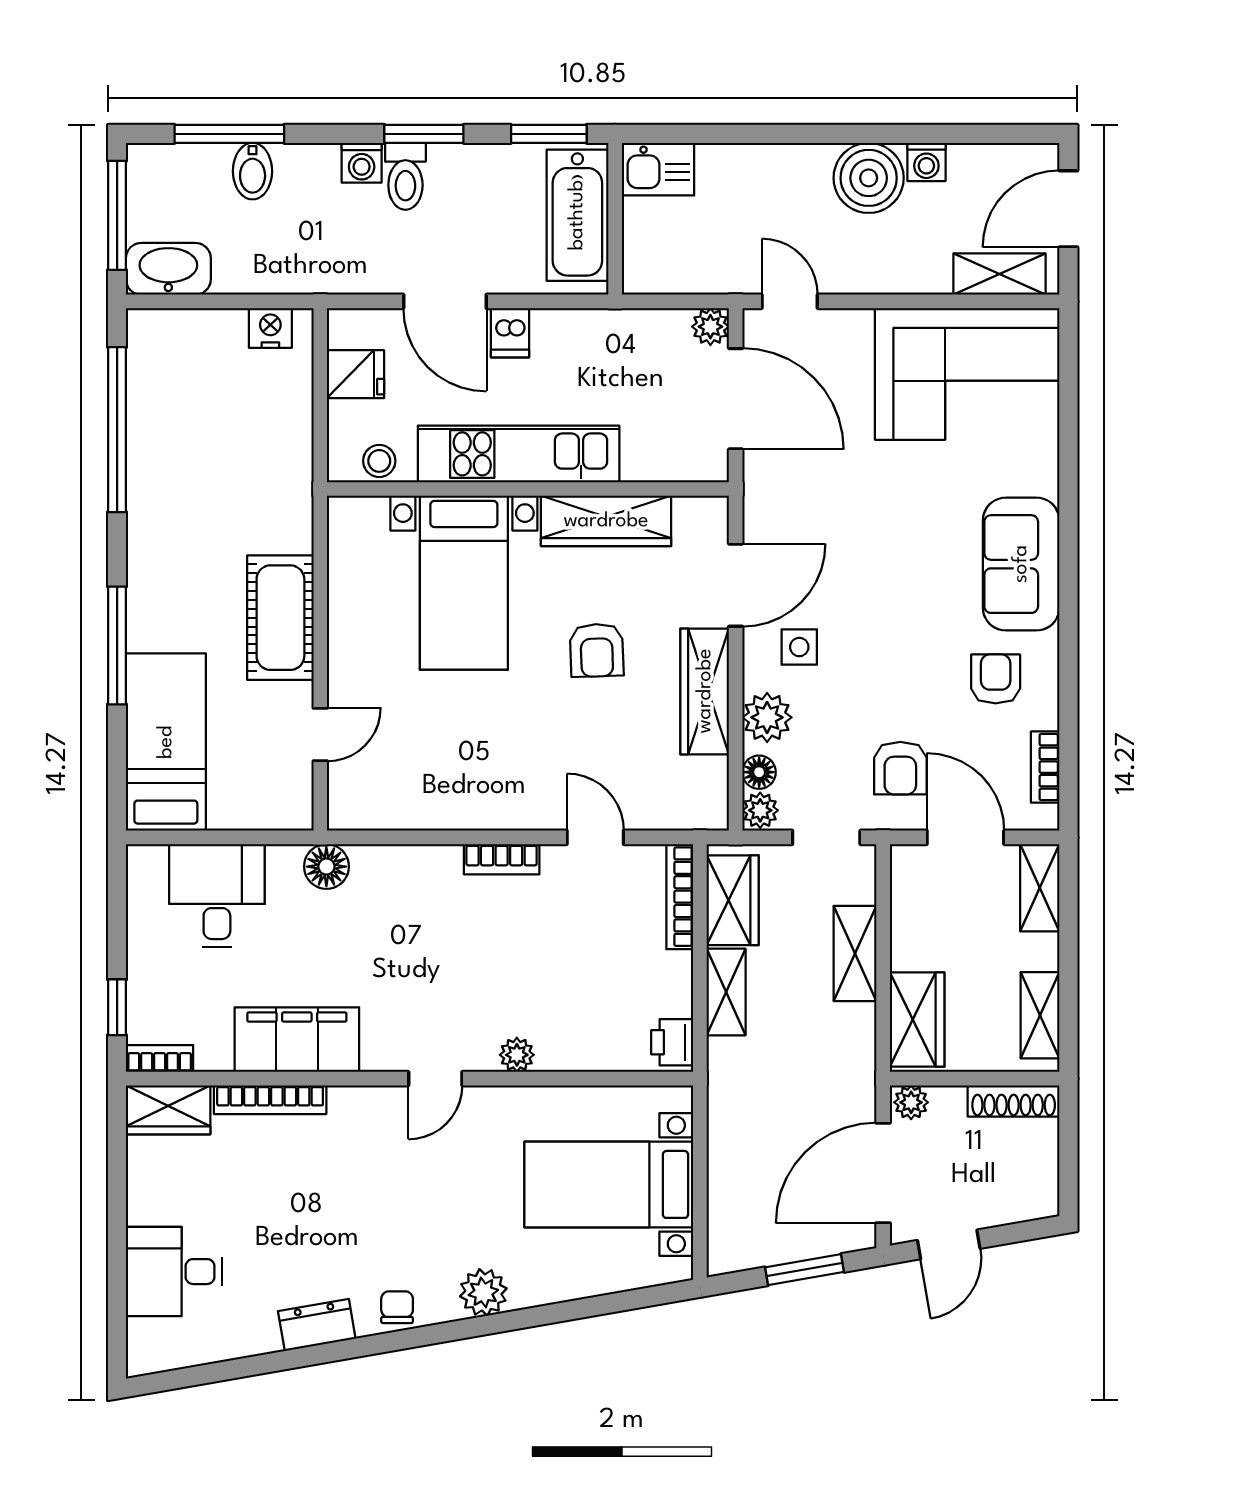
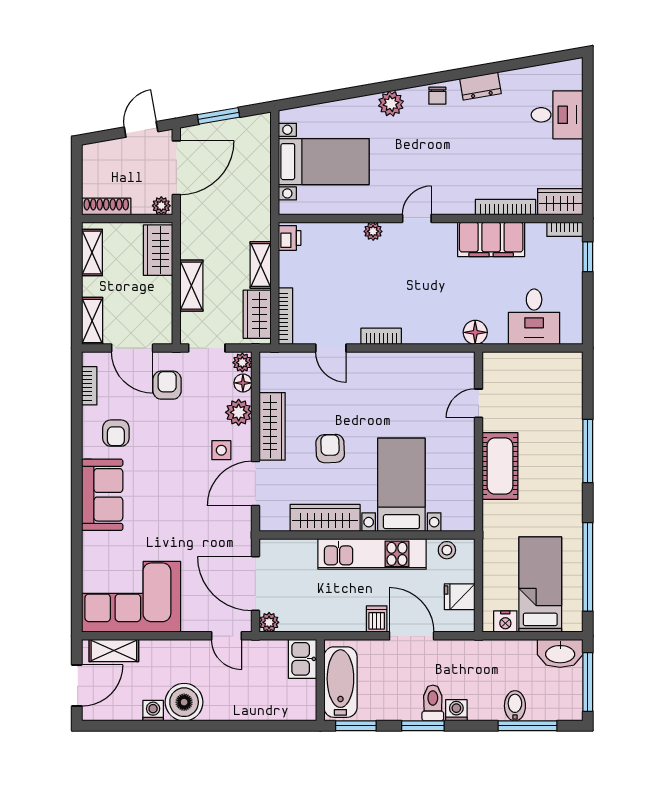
kitchen sink: (658, 169) -> (303, 659), moved, turned -90
bed: (166, 742) -> (540, 585), moved, turned 180

